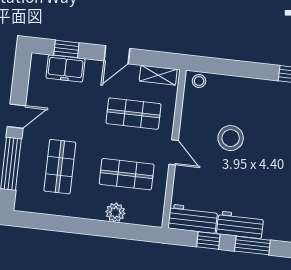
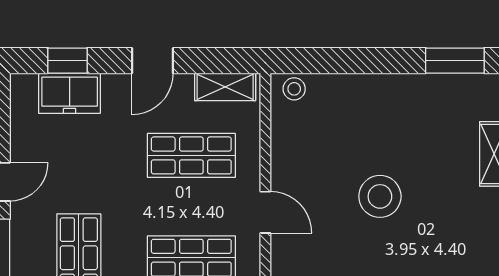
stool: (231, 138) -> (380, 196), moved

